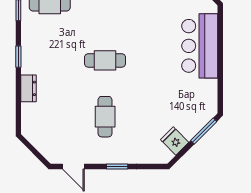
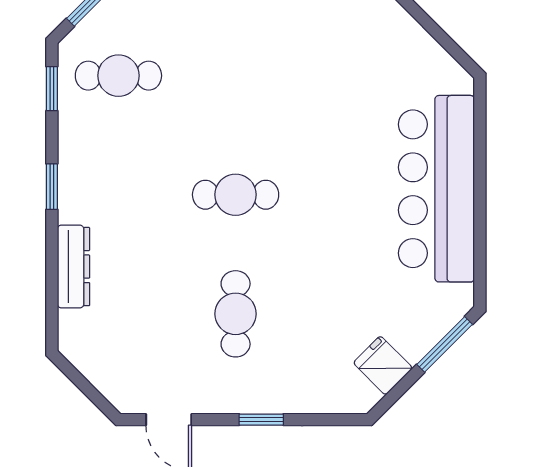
bar counter: (200, 46) -> (436, 189), width x1.36
dresser: (29, 88) -> (73, 267), width x1.44

